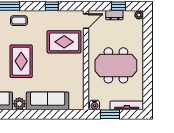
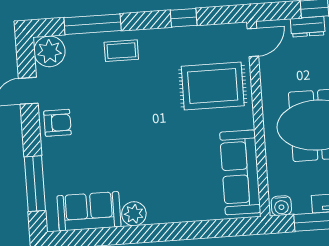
rug: (21, 61) -> (131, 130), removed
sofa: (48, 101) -> (240, 172), moved, turned -90

